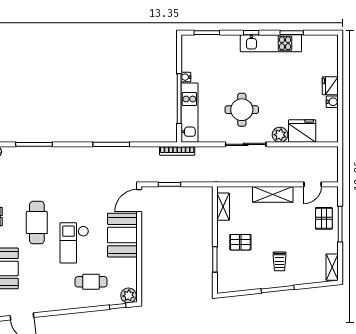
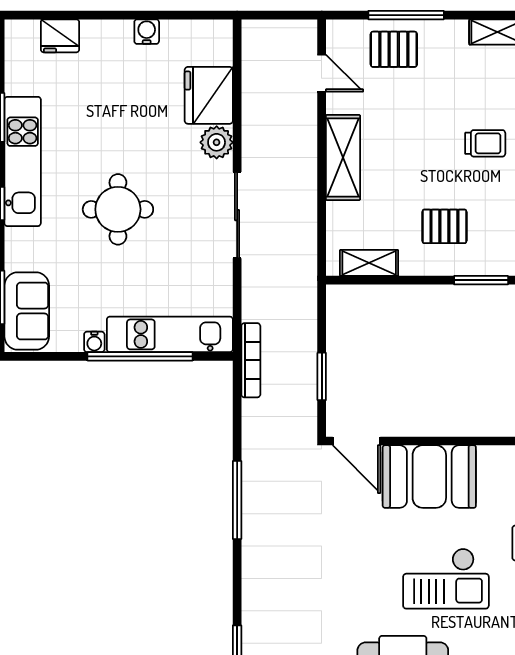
sofa: (200, 45) -> (27, 311), added
fridge: (330, 86) -> (60, 36), moved
round table: (242, 110) -> (118, 209), moved
pallet: (240, 242) -> (444, 226), turned 90

